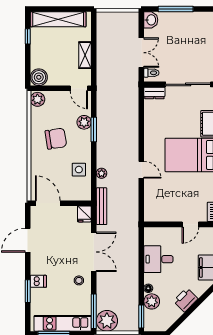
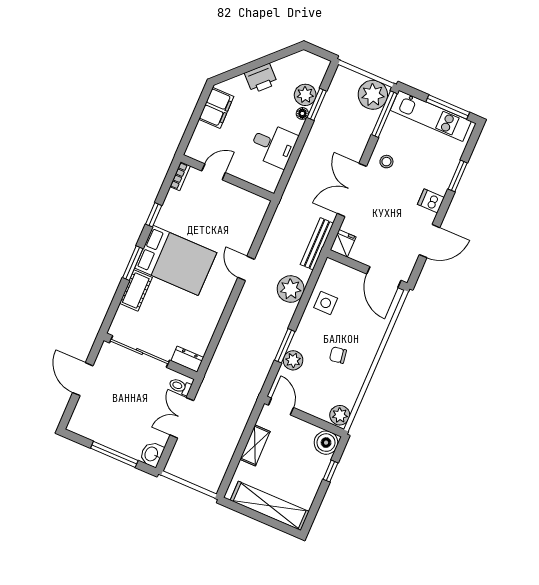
window: (28, 36) -> (331, 471), moved
chair: (56, 139) -> (338, 355), width x0.54, depth x0.54
plant: (102, 173) -> (291, 289), width x1.88, depth x1.88
dishwasher: (38, 281) -> (431, 201), moved
window: (141, 316) -> (317, 104), moved

